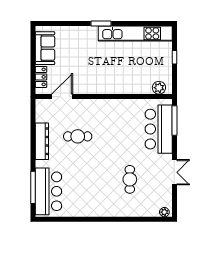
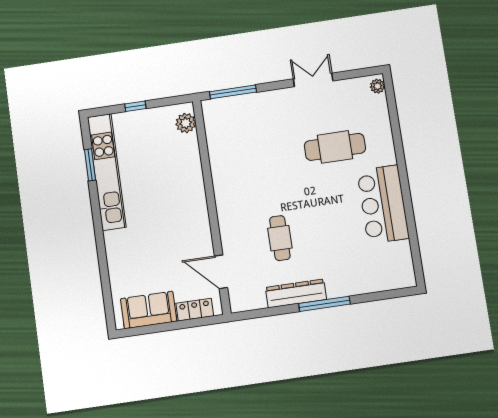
window: (101, 23) -> (90, 165), moved
bar counter: (159, 129) -> (250, 114), removed
cafe table: (130, 179) -> (335, 147), width x1.37, depth x1.35
window: (33, 187) -> (324, 304), moved
bar counter: (48, 191) -> (383, 204), moved, turned -90

